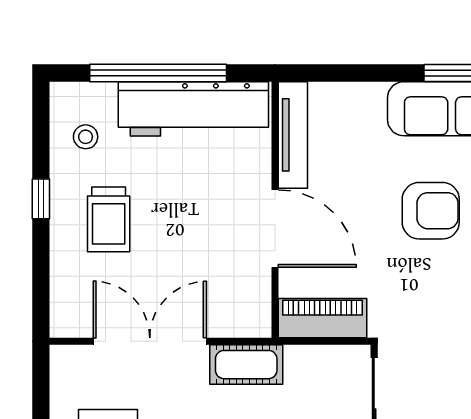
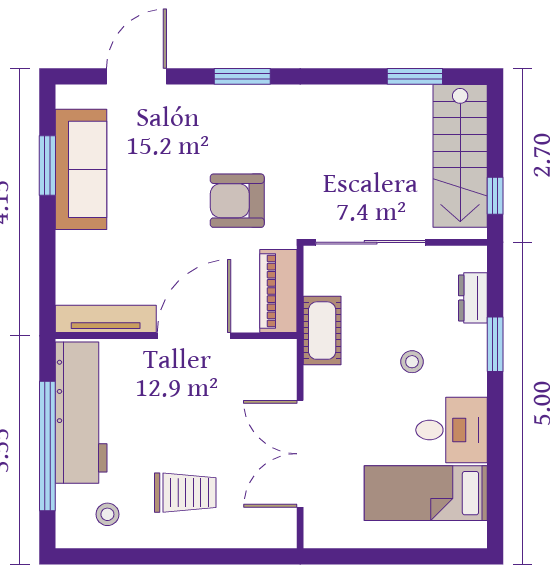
window: (41, 199) -> (166, 556), removed
armchair: (431, 211) -> (237, 201), moved, turned -90
cot: (246, 365) -> (322, 331), moved

